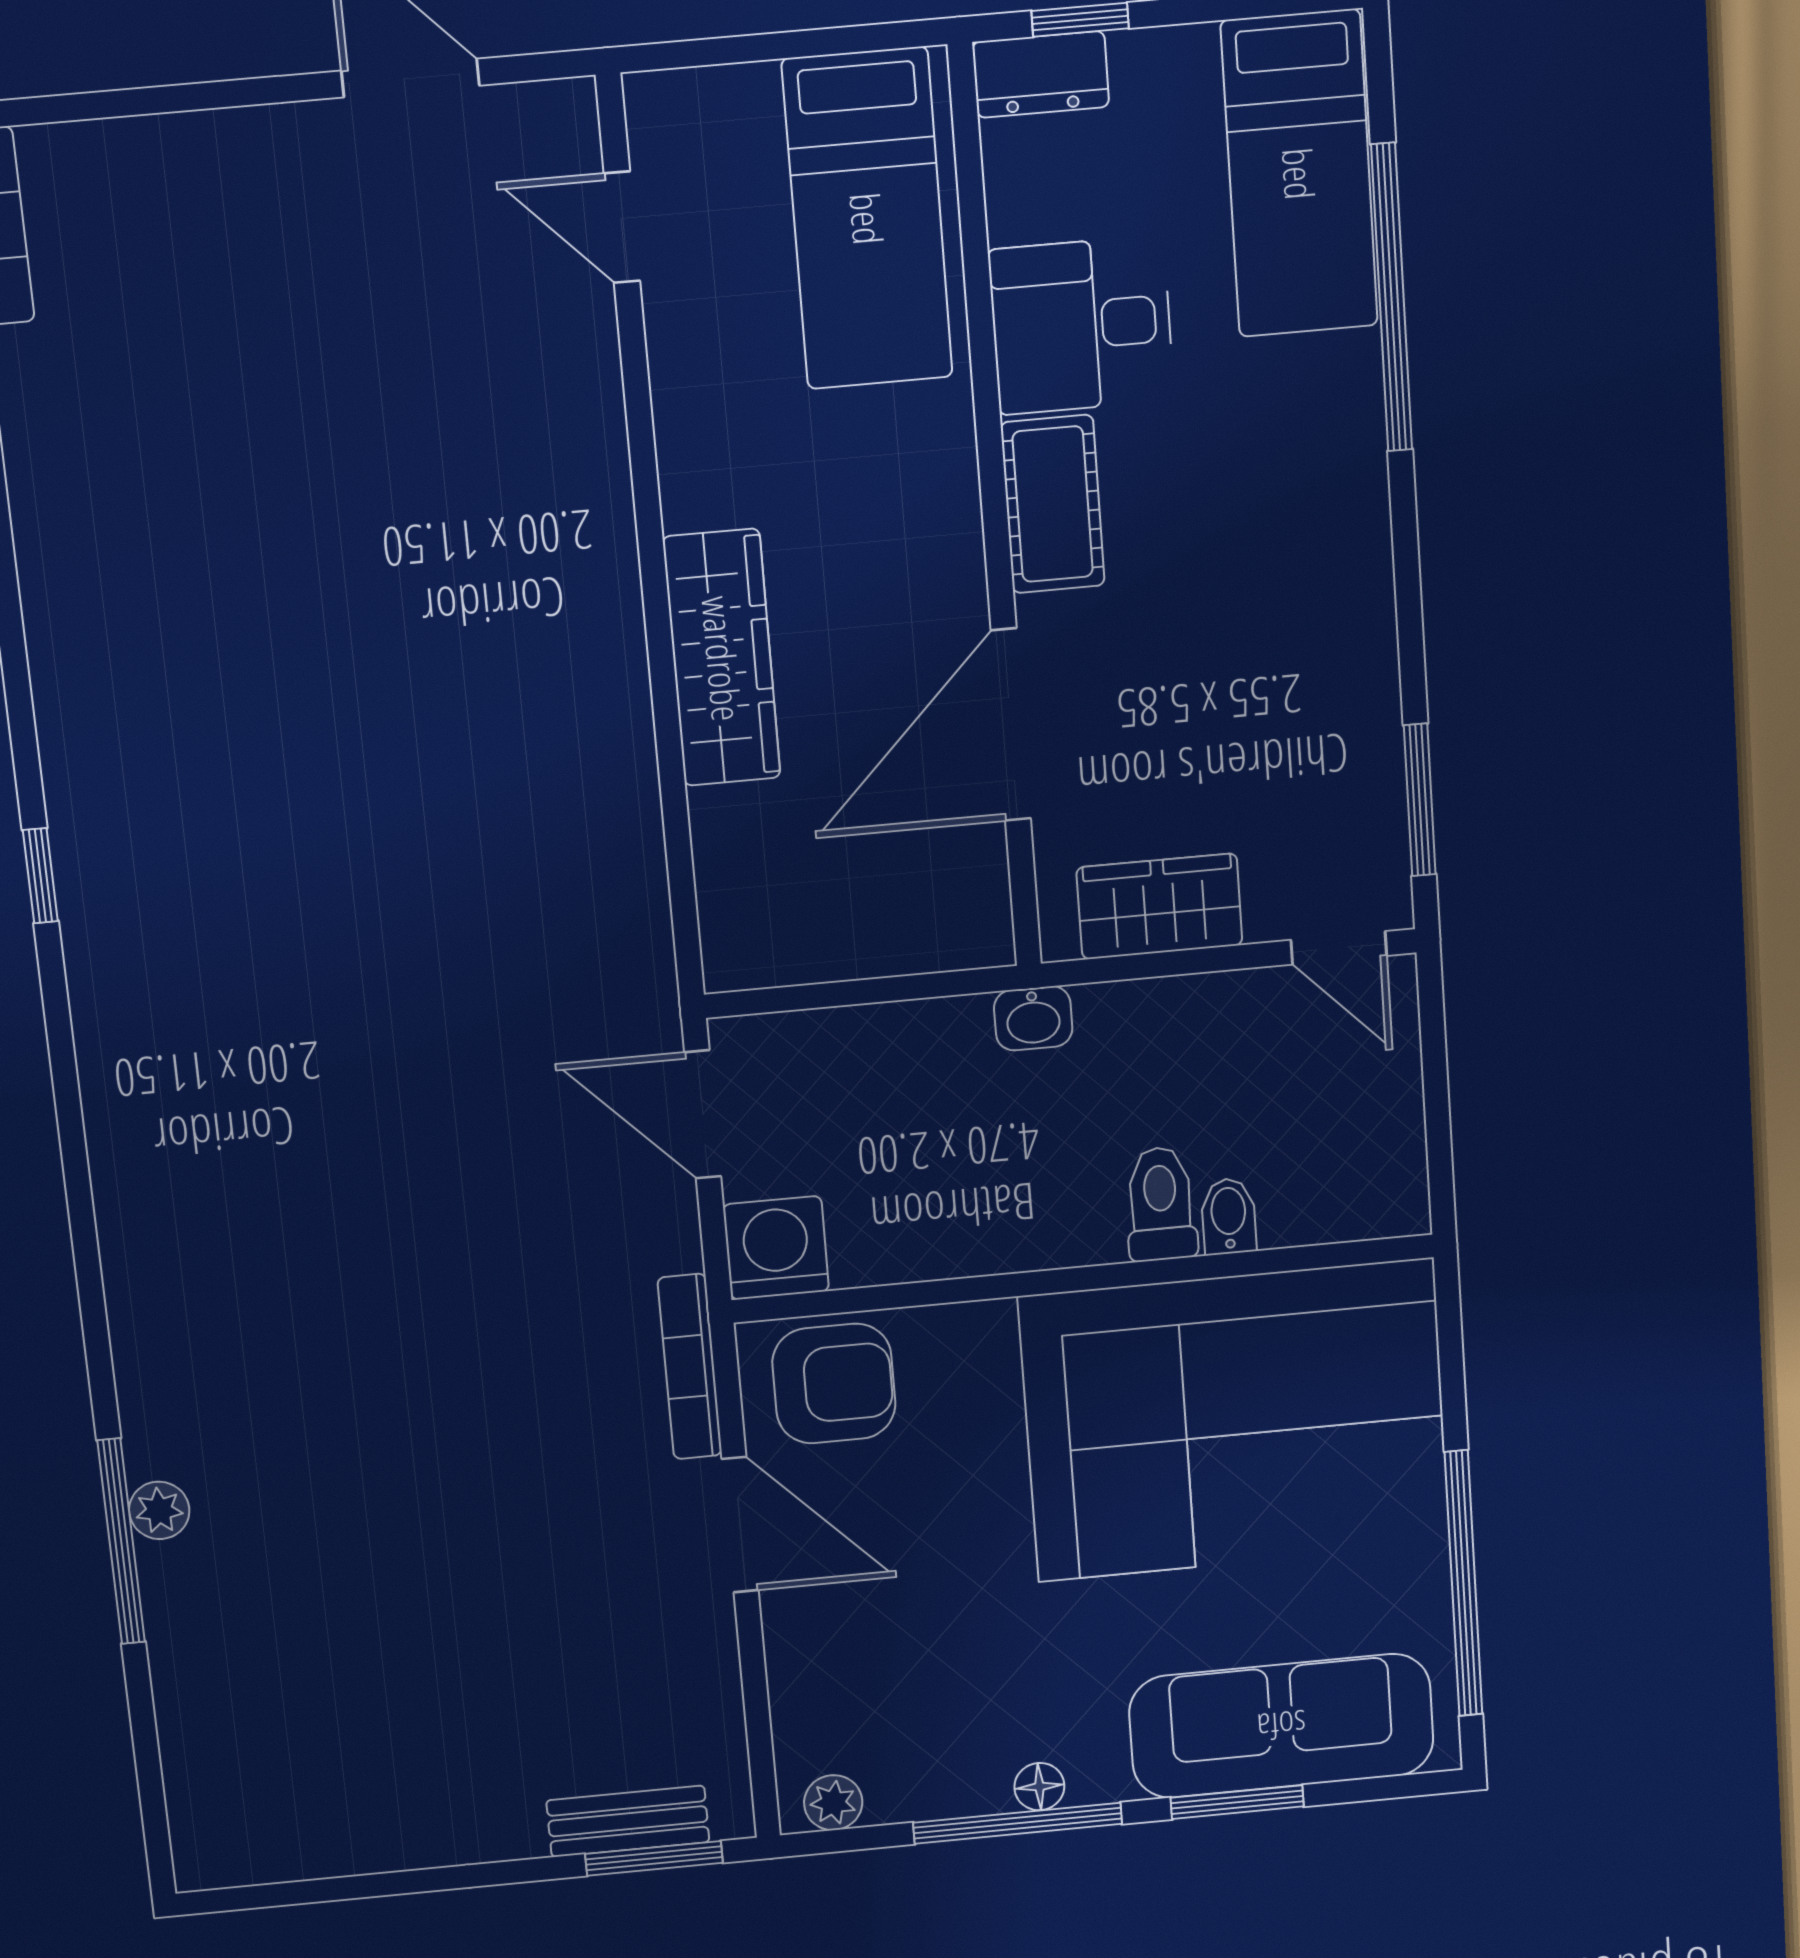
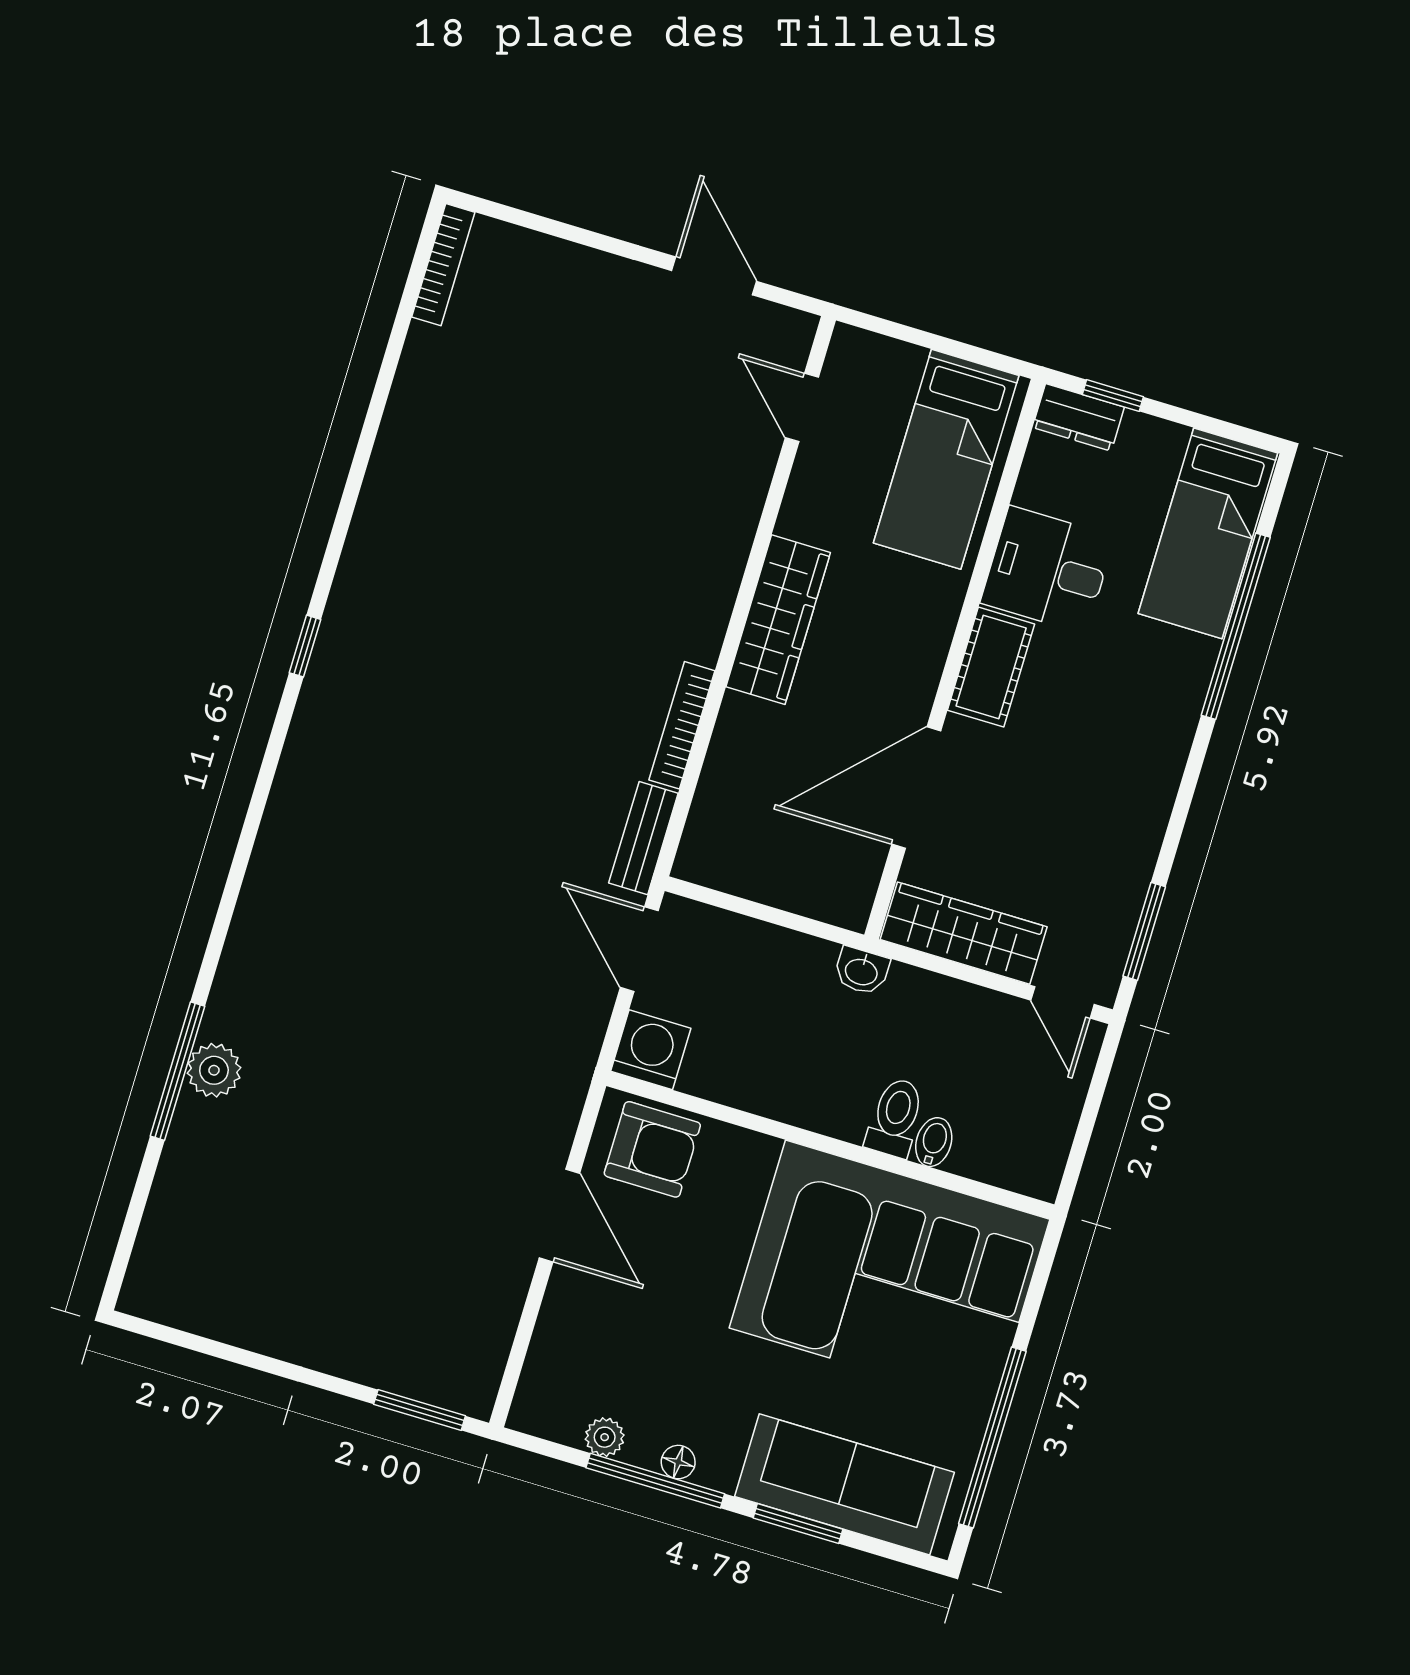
wardrobe: (722, 658) -> (778, 620), moved
wardrobe: (1159, 906) -> (964, 933), width x1.50
bookcase: (690, 1367) -> (682, 725), moved
plant: (159, 1510) -> (214, 1070), width x1.38, depth x1.38
plant: (833, 1803) -> (605, 1437), moved
bench: (628, 1821) -> (643, 838), moved, turned 90

